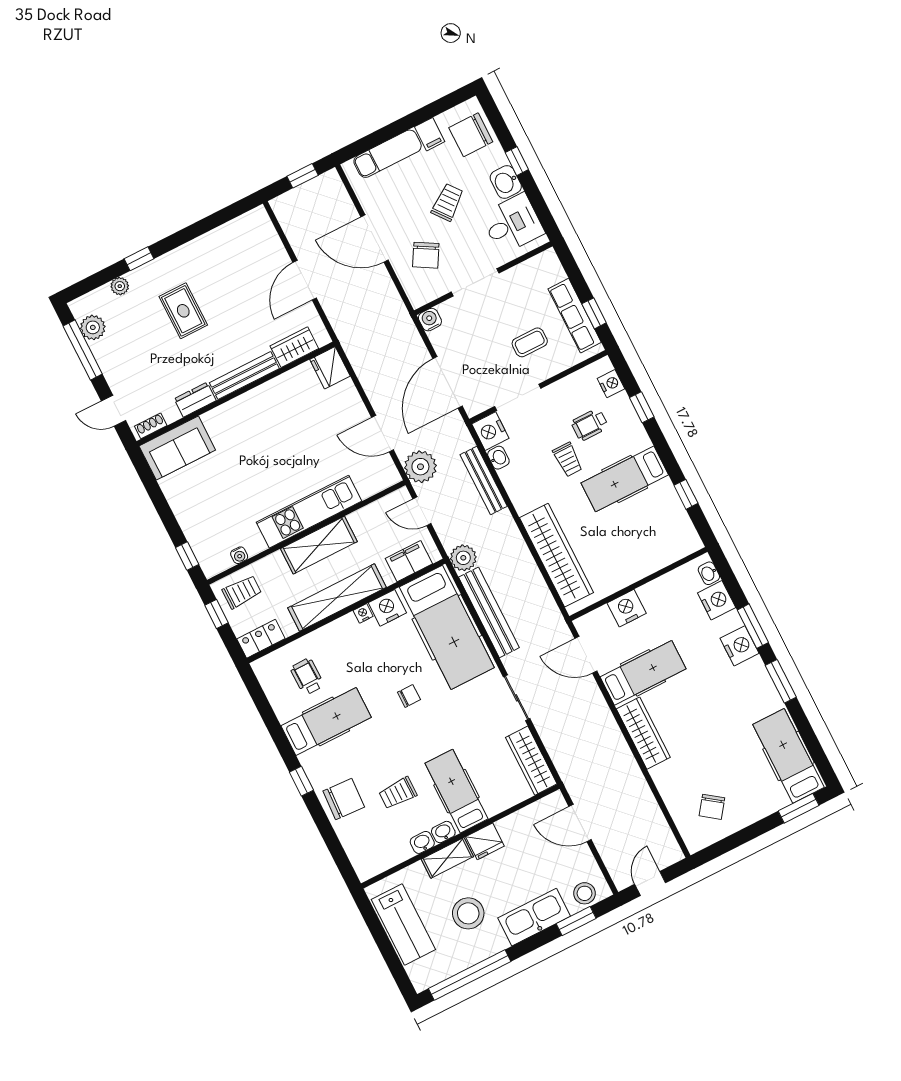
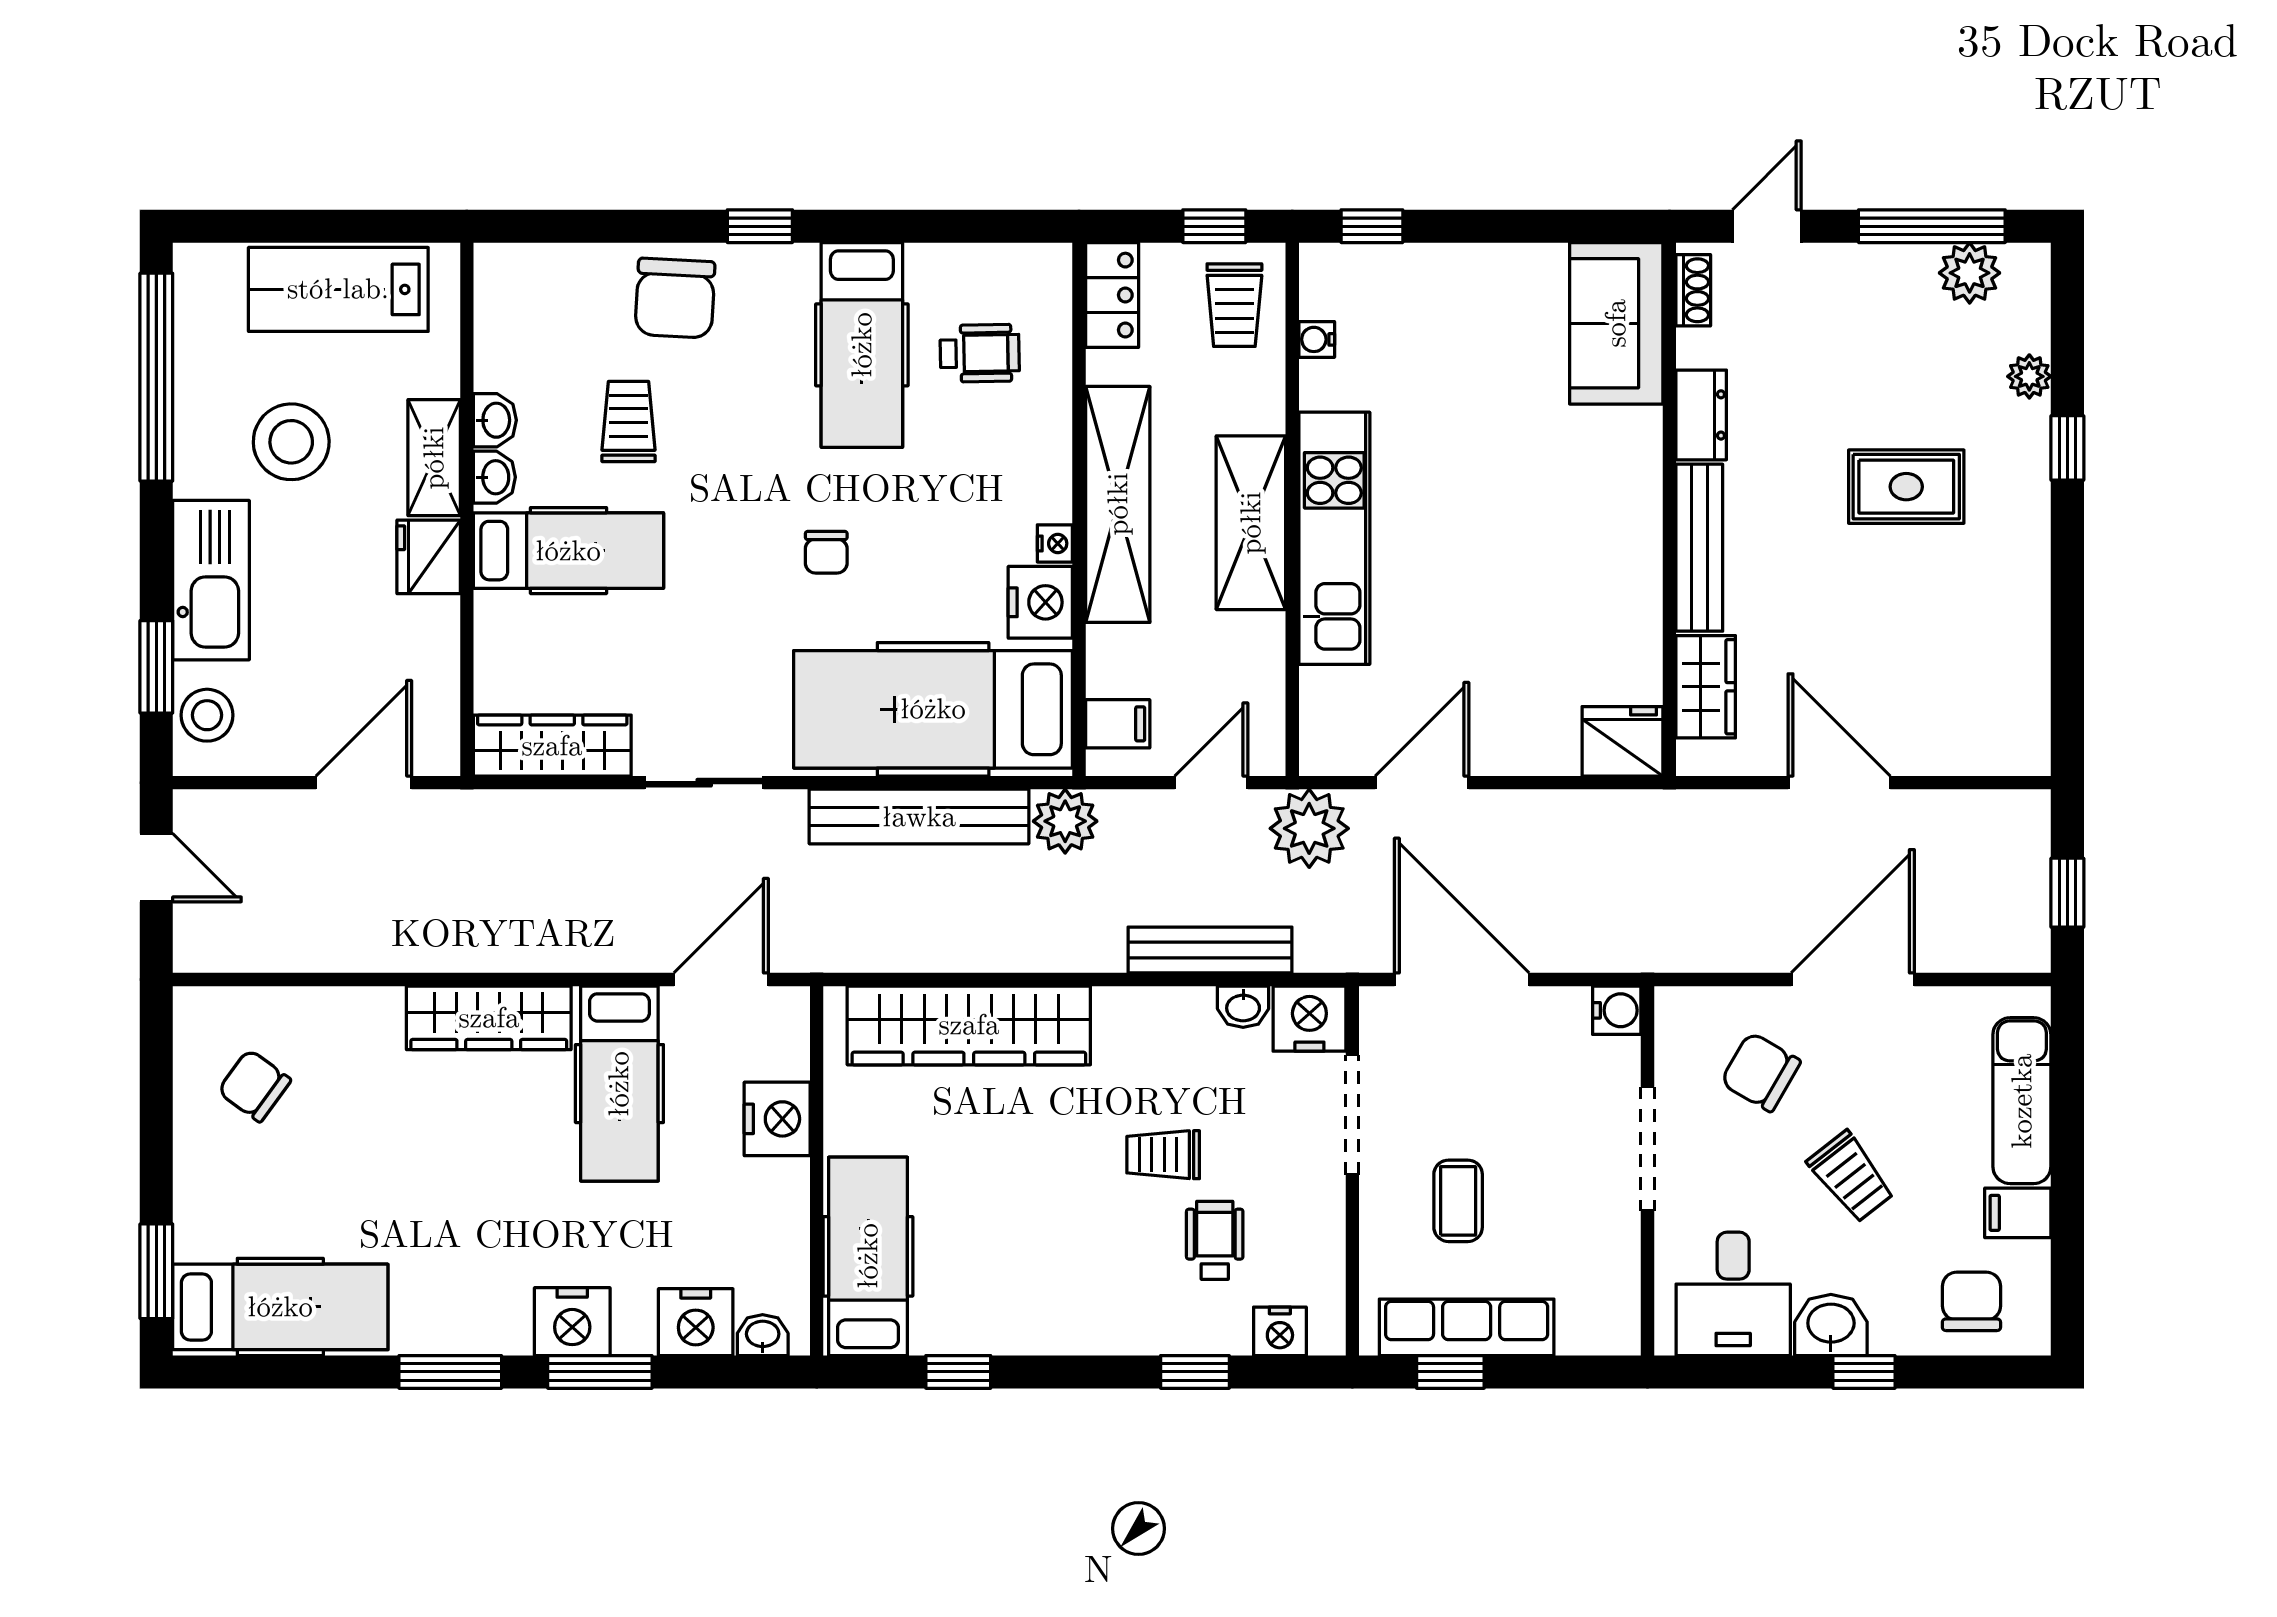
chair: (471, 135) -> (1971, 1301), width x0.73, depth x0.73
hospital bed: (625, 479) -> (868, 1256), moved
filing cabinet: (409, 561) -> (1118, 724), width x0.50

